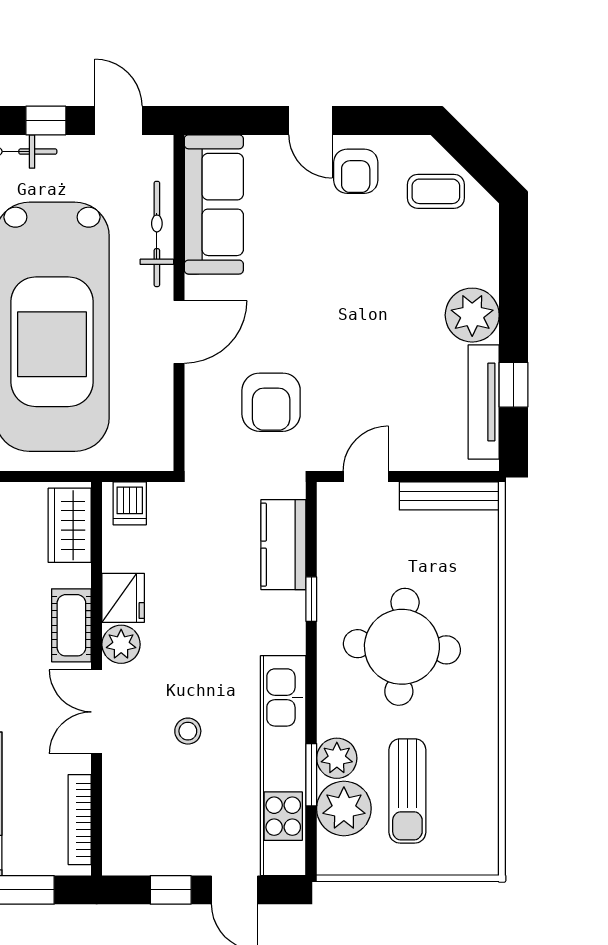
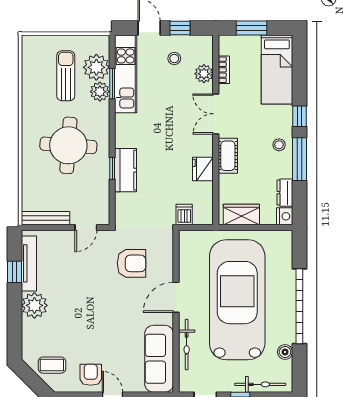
armchair: (271, 402) -> (131, 263), turned 90
dishwasher: (130, 503) -> (184, 215), moved
wardrobe: (70, 525) -> (241, 214), moved, turned -90
kitchen counter: (283, 545) -> (126, 170), moved
plant: (121, 644) -> (204, 74), moved
double door: (97, 712) -> (216, 114), swing flipped
stool: (188, 731) -> (174, 58), moved
kitchen unit: (283, 766) -> (126, 74), width x0.73
bookcase: (80, 820) -> (224, 70), width x0.64

